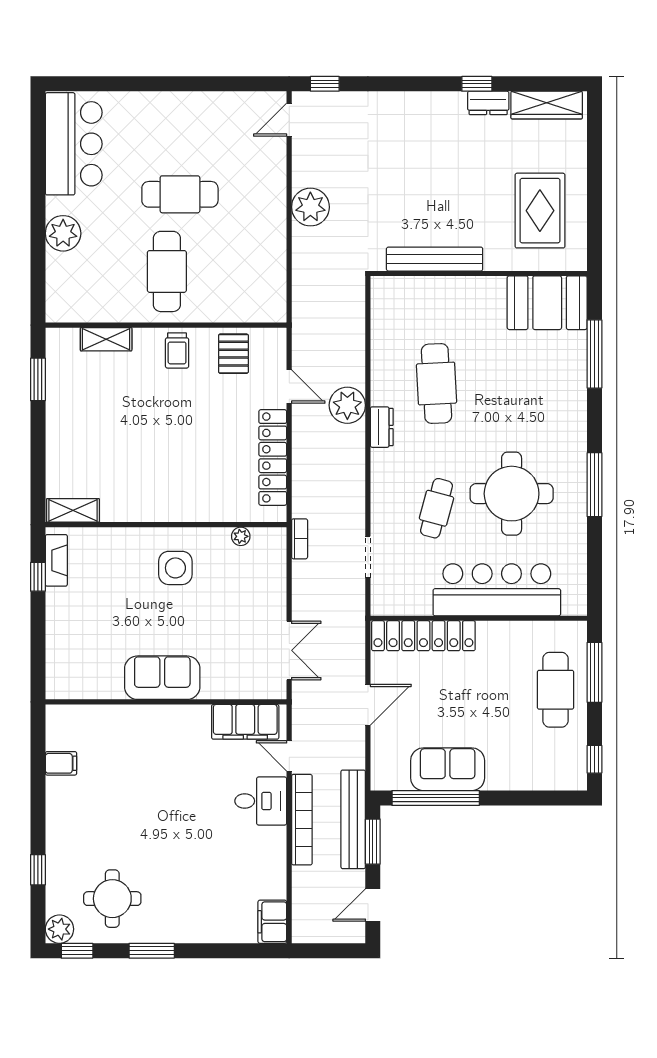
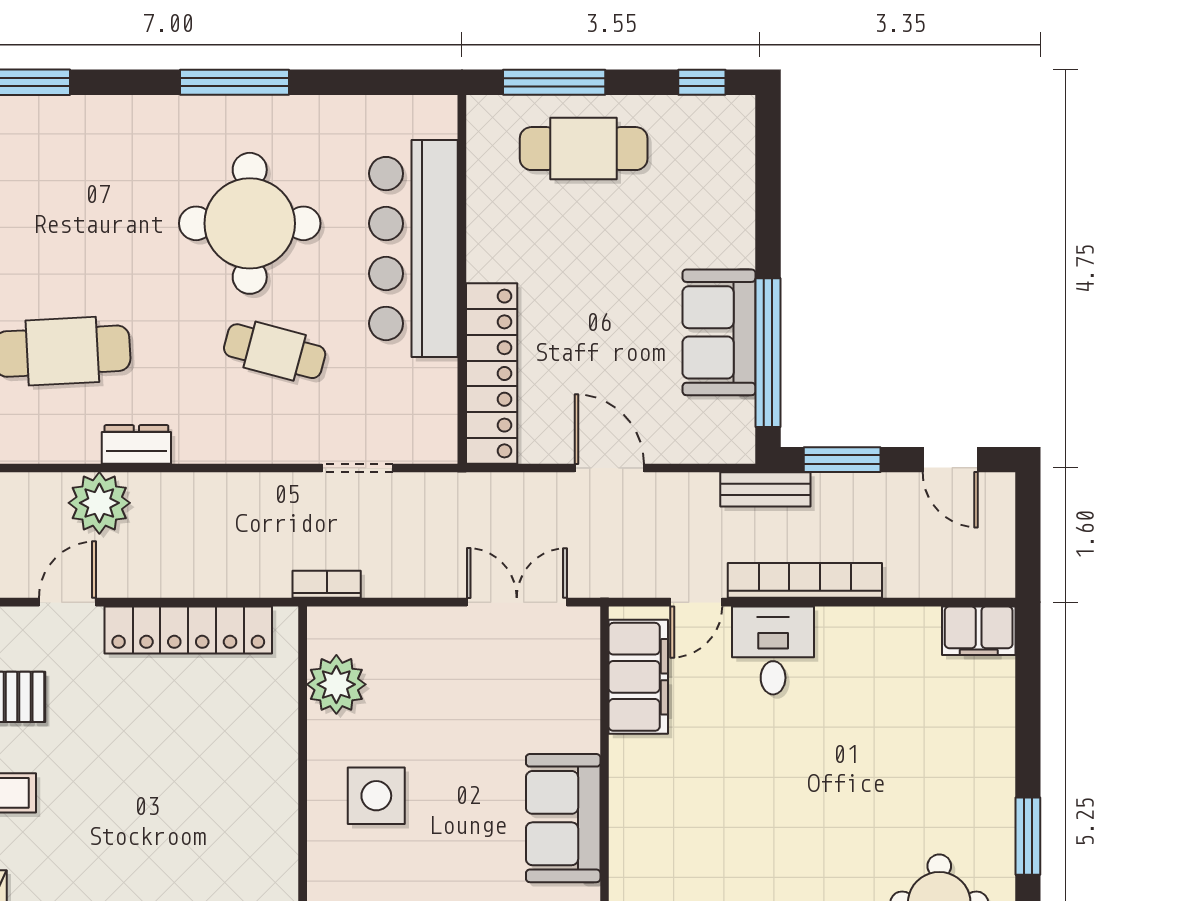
plant: (241, 536) -> (336, 684), width x1.88, depth x1.88
bench: (353, 819) -> (765, 489), width x0.54, depth x0.82

